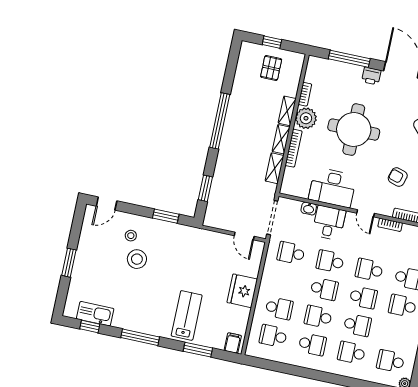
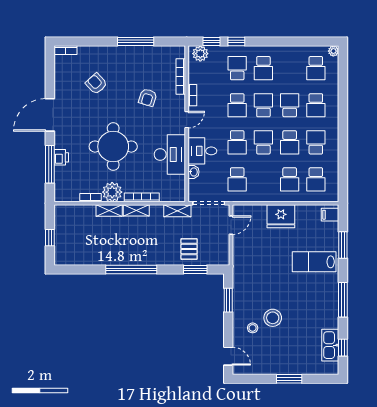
pallet: (271, 68) -> (189, 249), moved, turned 90
printer: (371, 76) -> (61, 157), moved
shelving: (275, 168) -> (177, 211), moved
school desk: (279, 308) -> (290, 179), turned 180

